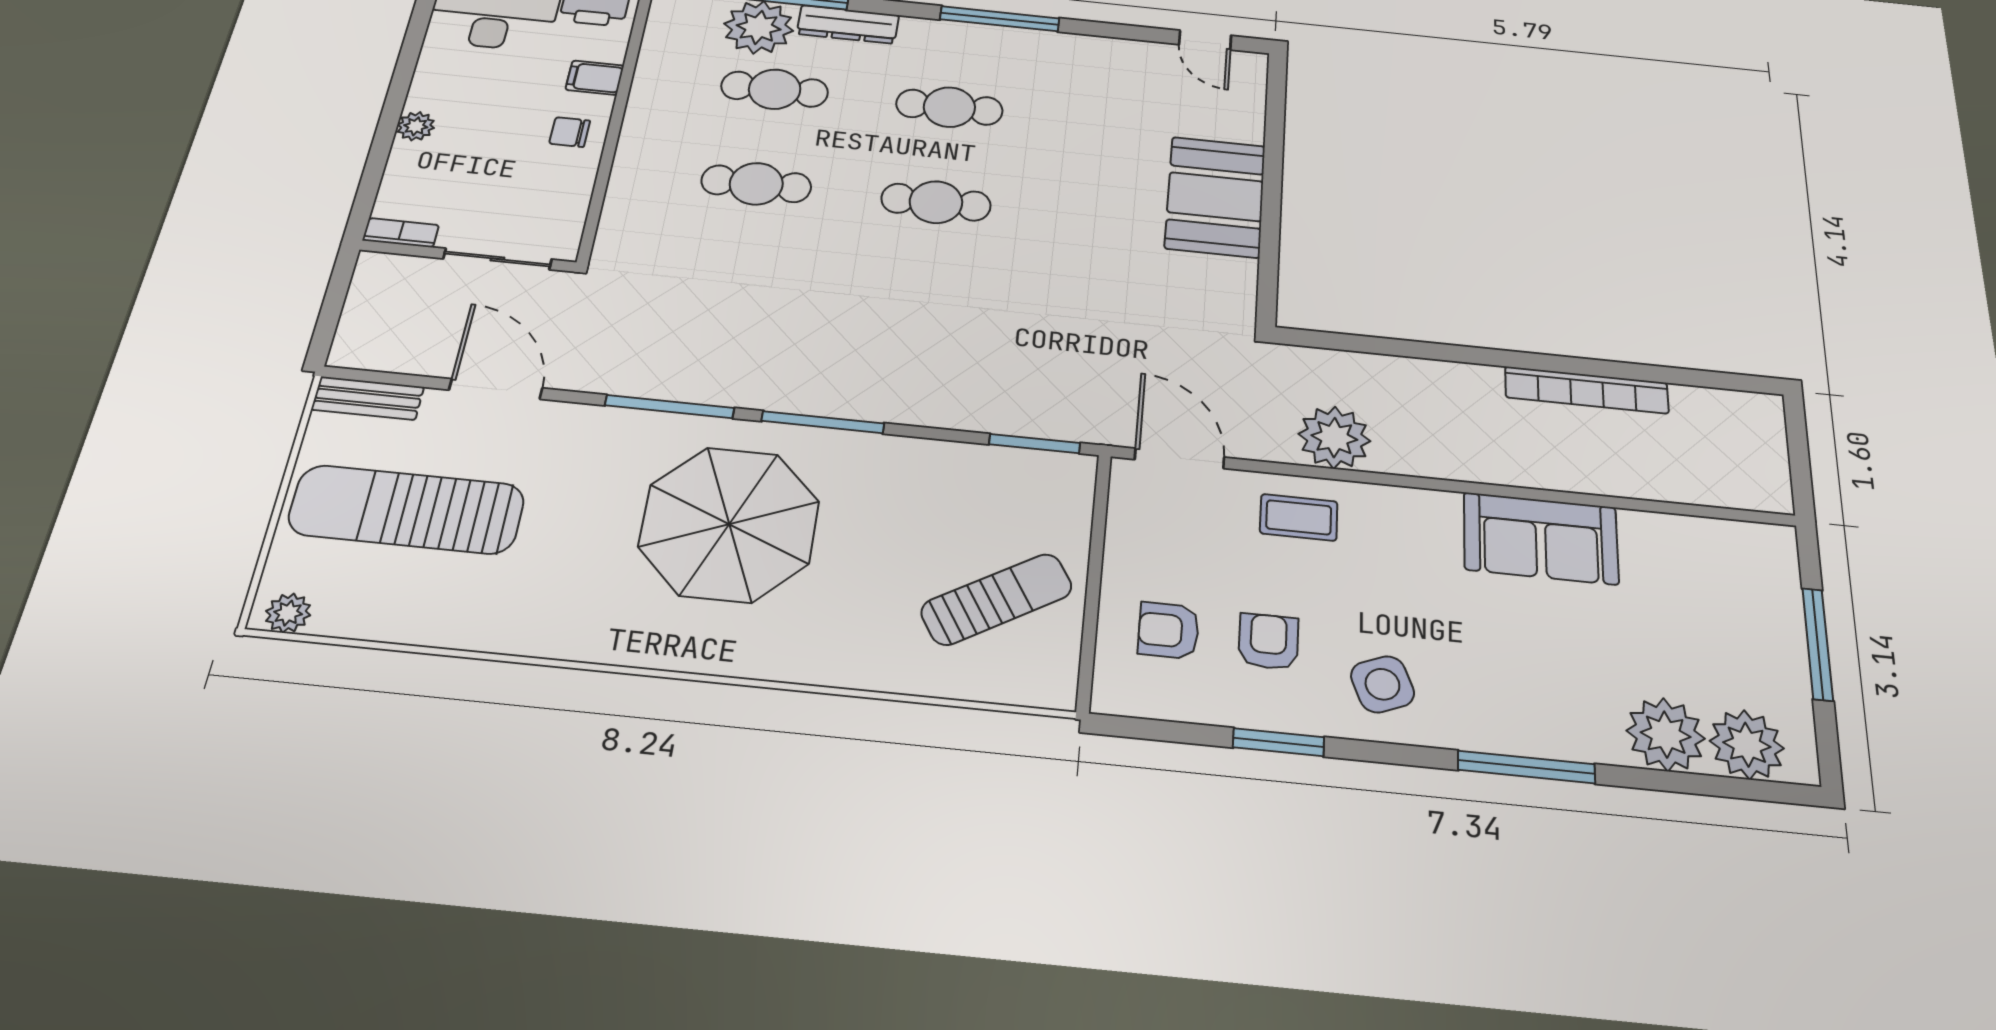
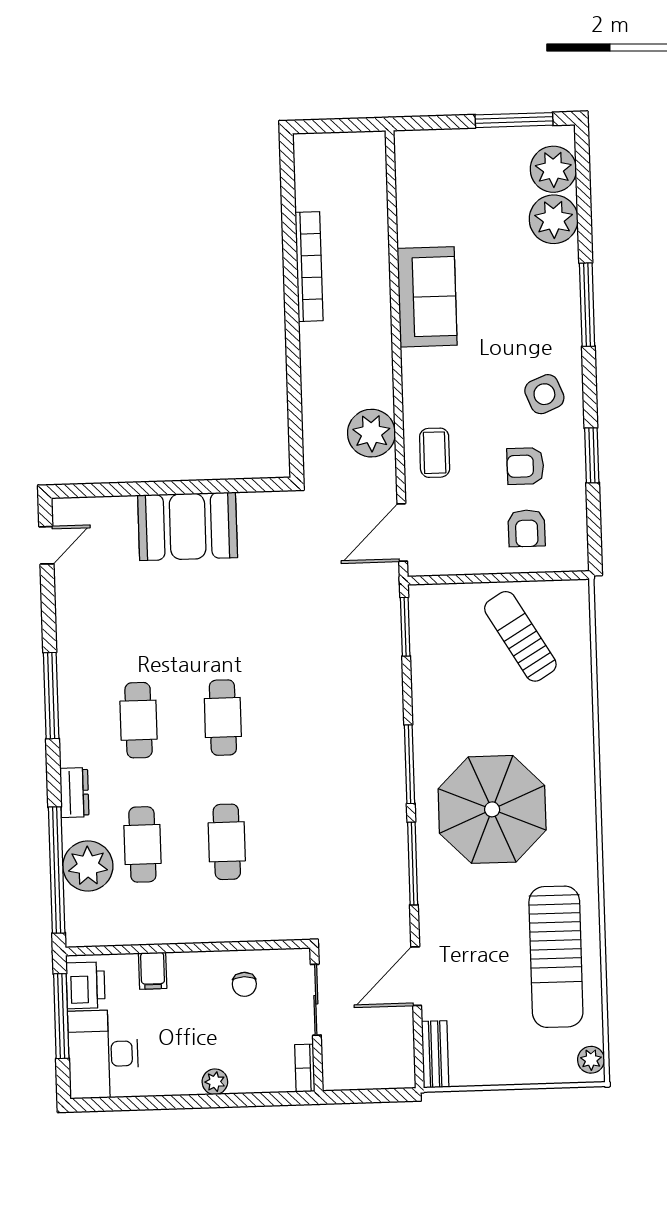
dresser: (848, 24) -> (74, 793), width x0.70
chair: (570, 132) -> (244, 984), moved
sun lounger: (407, 509) -> (556, 957), moved
window: (1818, 644) -> (514, 120), moved

